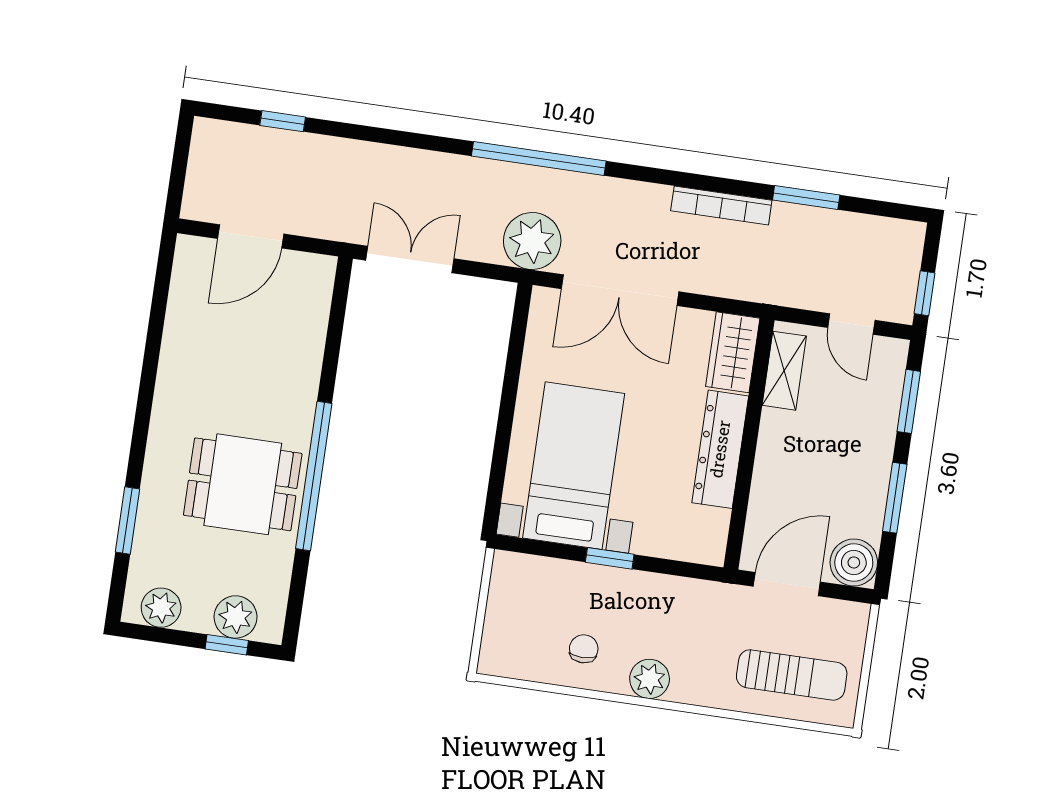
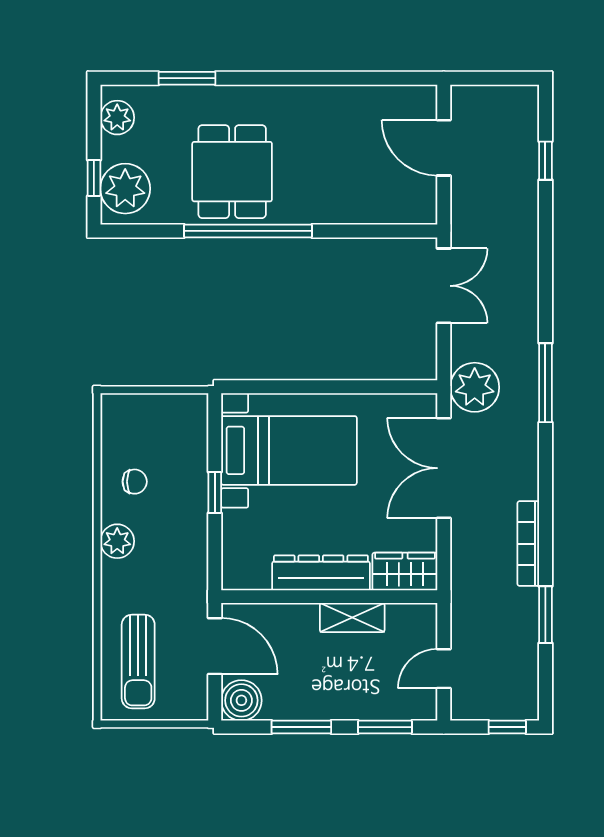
window: (539, 159) -> (545, 383), width x0.68
window: (924, 293) -> (507, 727), moved
shelving: (784, 371) -> (352, 618), moved
plant: (236, 617) -> (125, 189), width x1.36, depth x1.36

